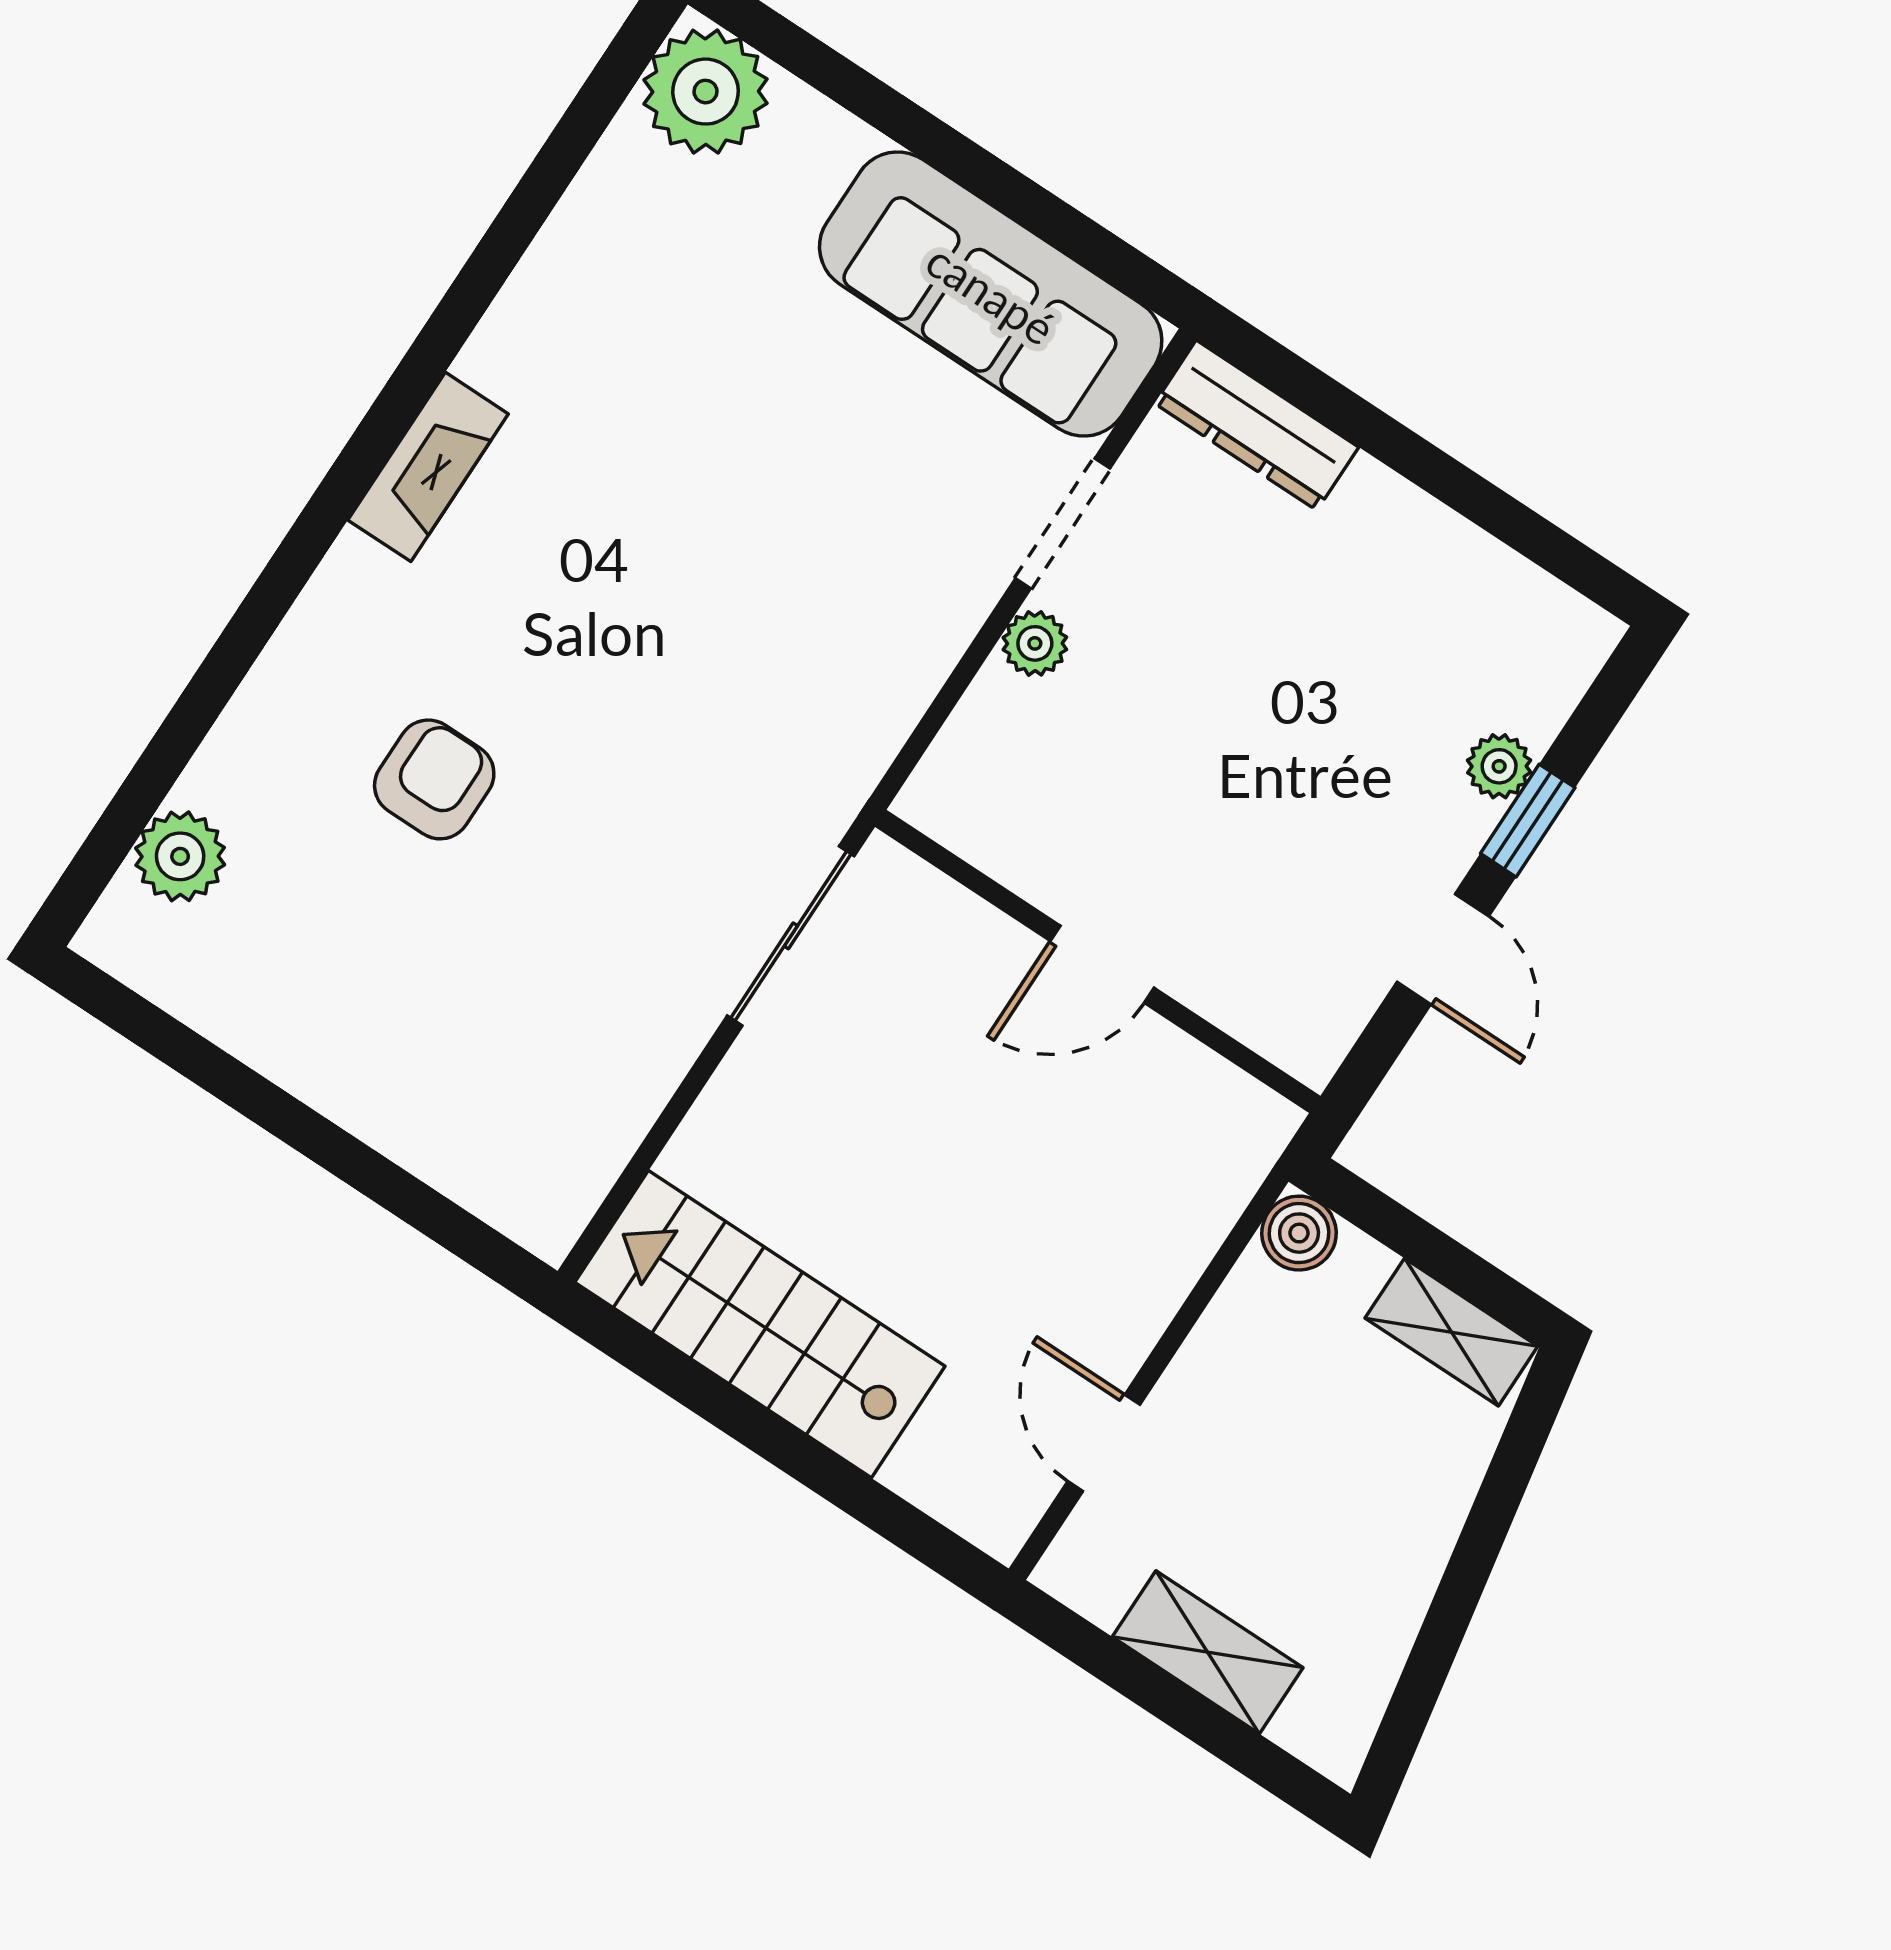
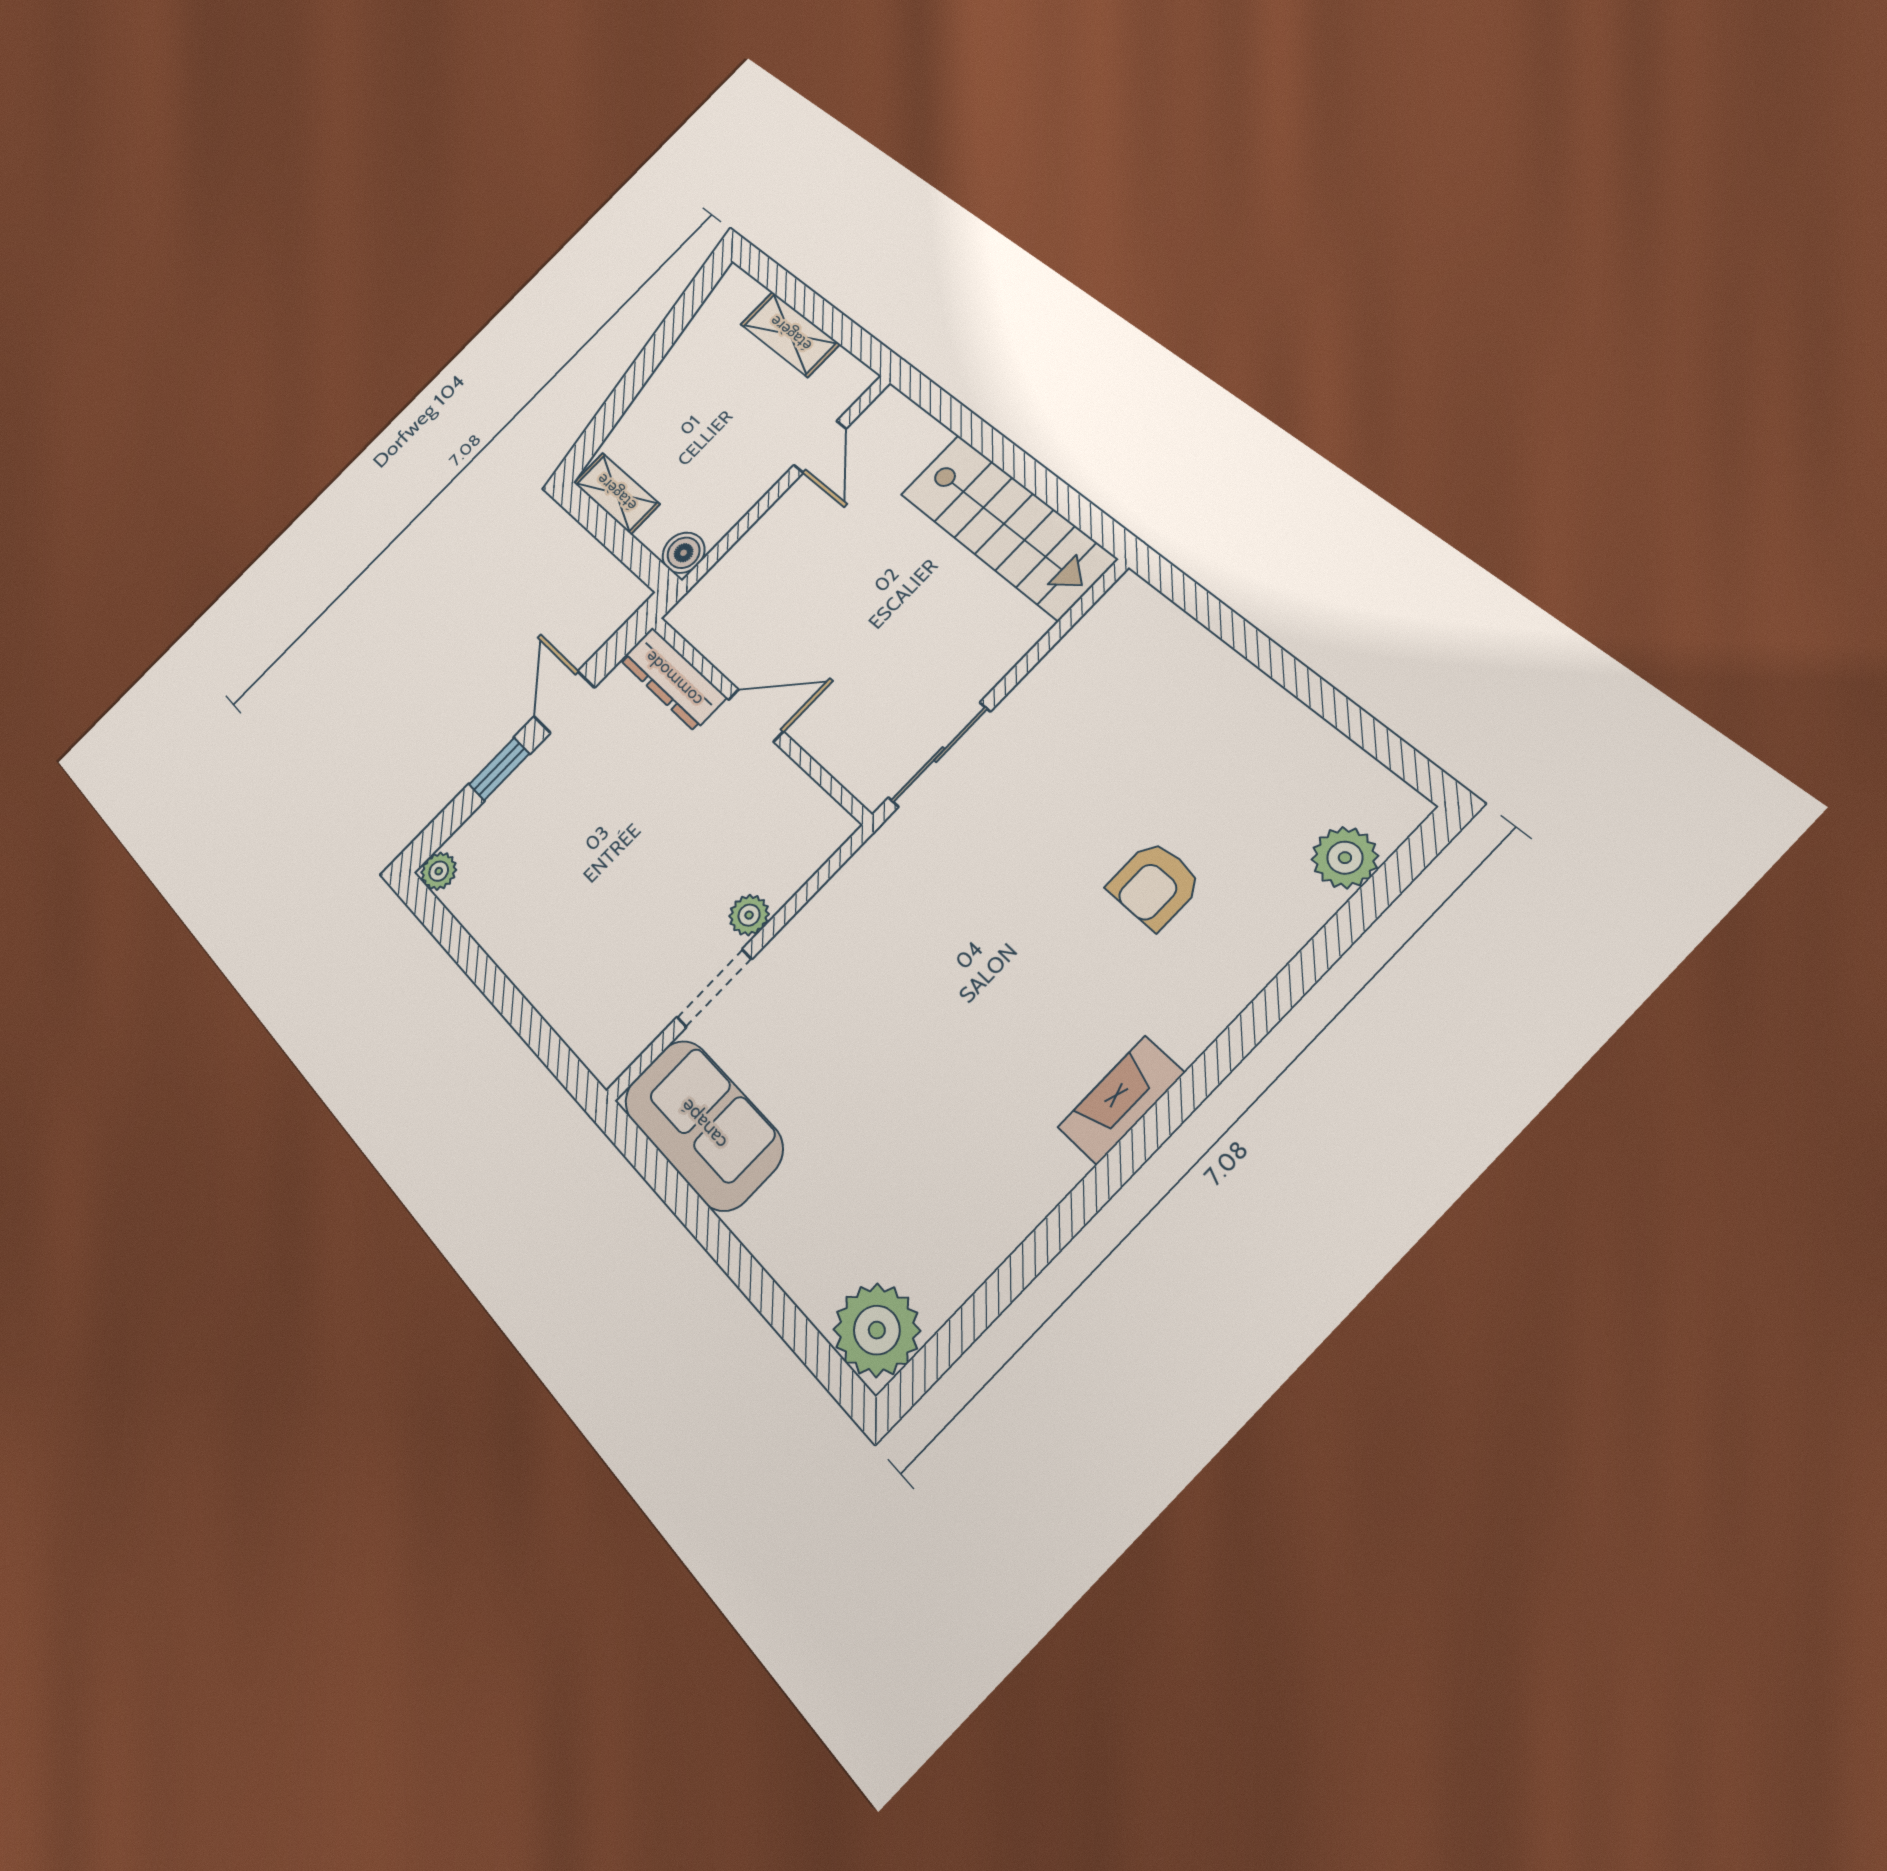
sofa: (991, 294) -> (703, 1125), width x0.73
dresser: (1257, 425) -> (673, 679), moved, turned 180
plant: (1499, 766) -> (439, 871), moved

